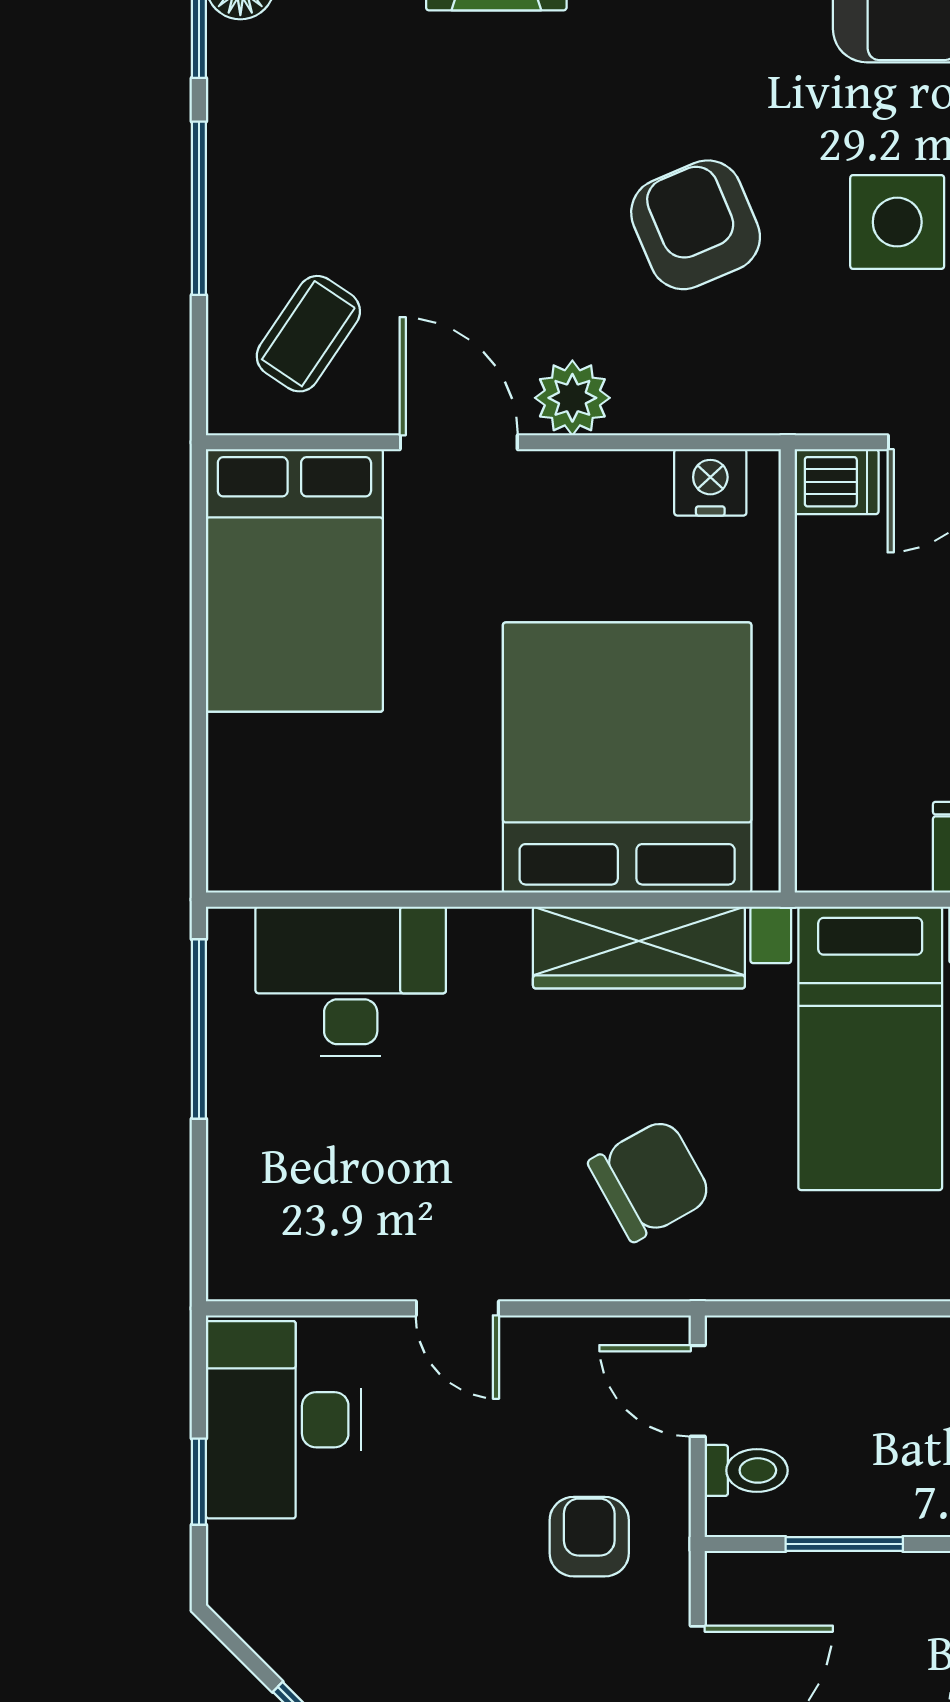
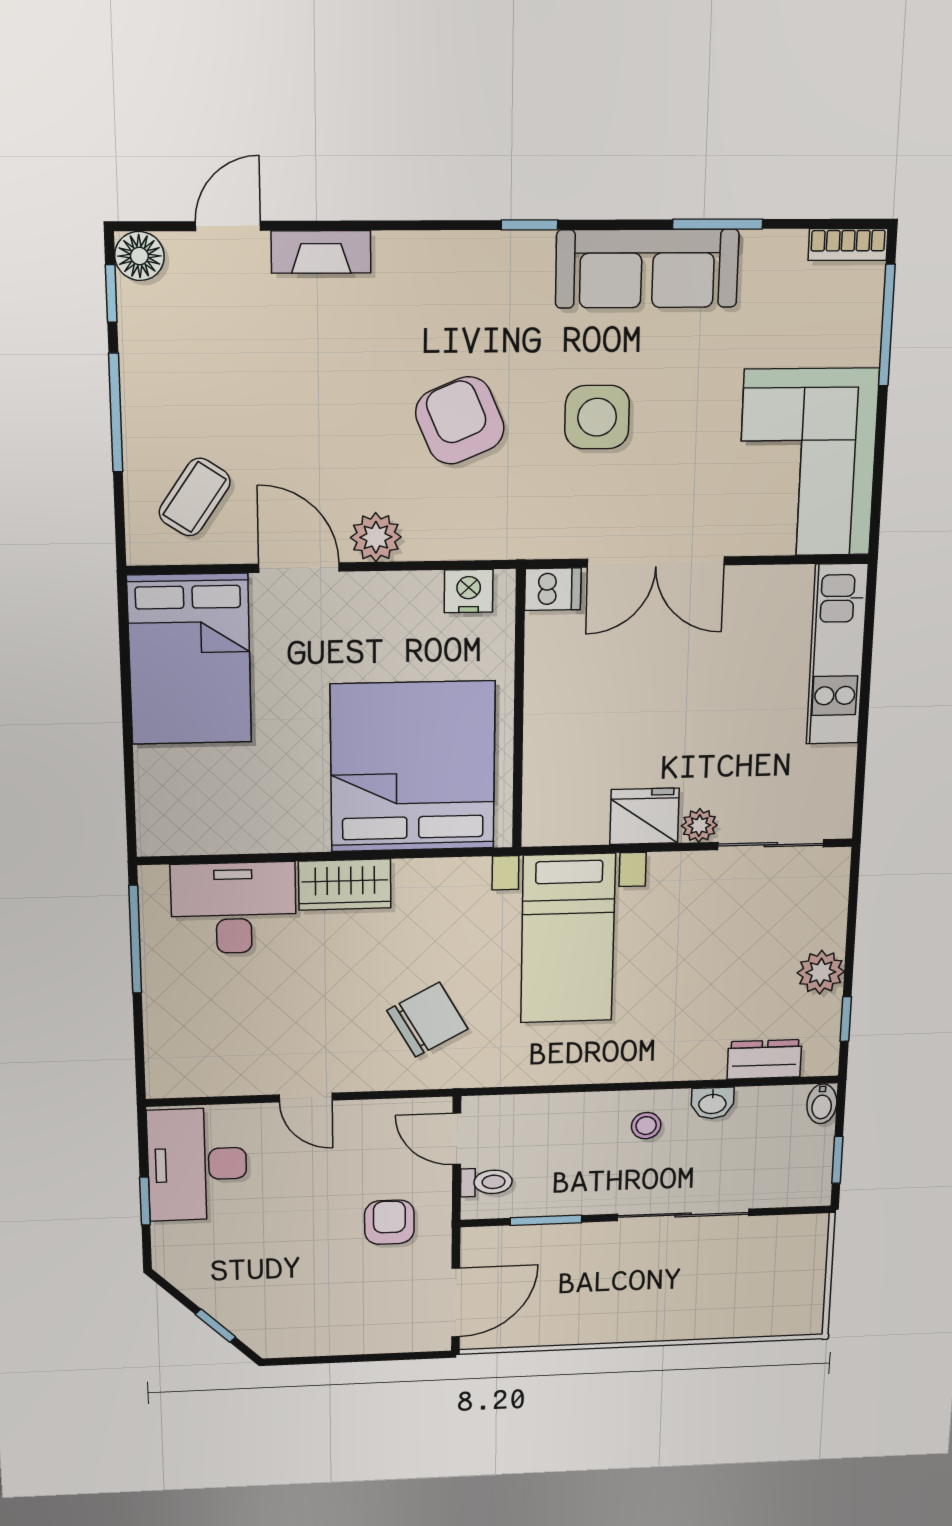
wardrobe: (639, 947) -> (345, 885), moved, width x0.67

